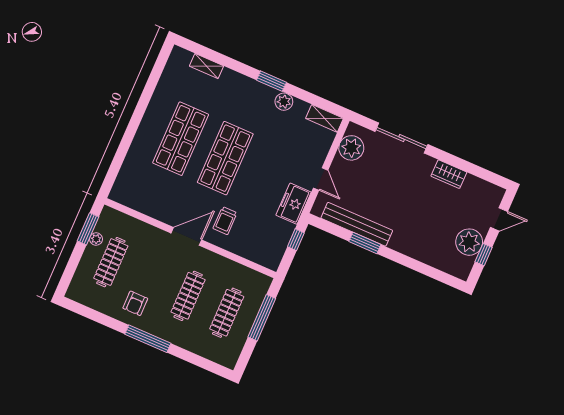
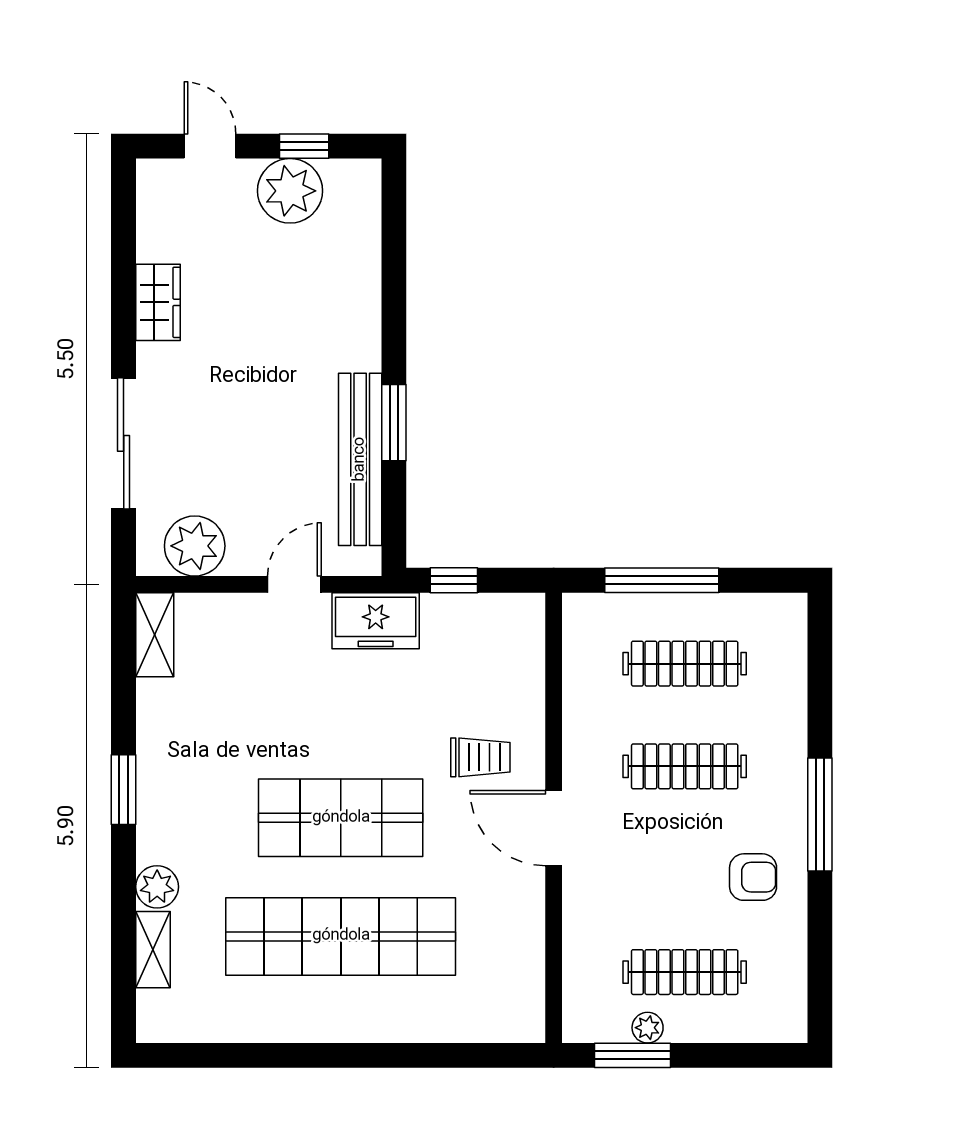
plant: (284, 102) -> (157, 887), moved
shop shelf: (181, 139) -> (341, 936), width x1.40

